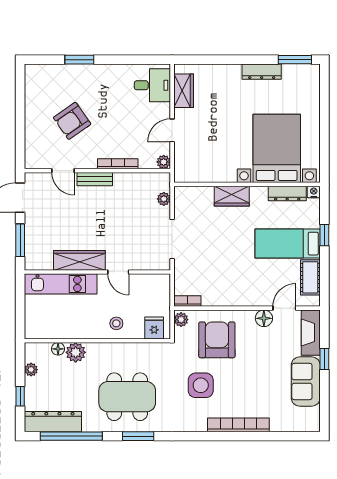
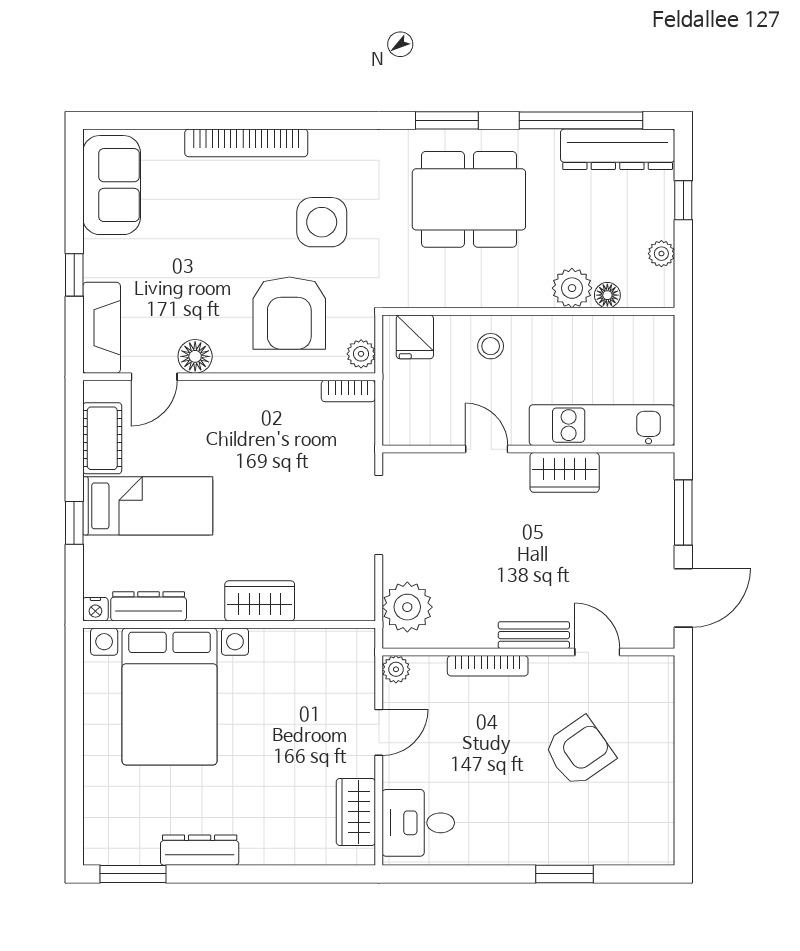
plant: (164, 199) -> (407, 607), width x1.87, depth x1.87
wardrobe: (79, 260) -> (565, 472), width x0.67
sofa: (306, 381) -> (112, 185), moved

